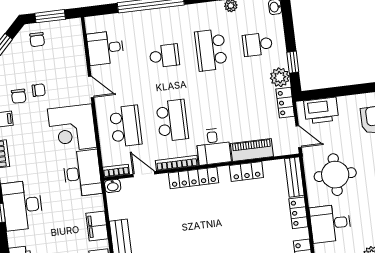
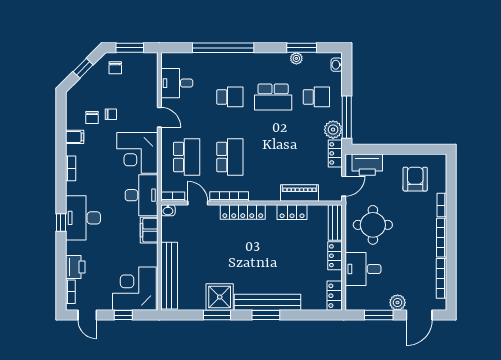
school desk: (257, 44) -> (316, 97), turned 180
school desk: (211, 50) -> (273, 97), turned -90
window: (293, 62) -> (347, 117), width x2.17
door: (299, 137) -> (344, 186), hinge flipped
desk: (213, 146) -> (264, 185), removed
filing cabinet: (97, 226) -> (149, 230), moved

